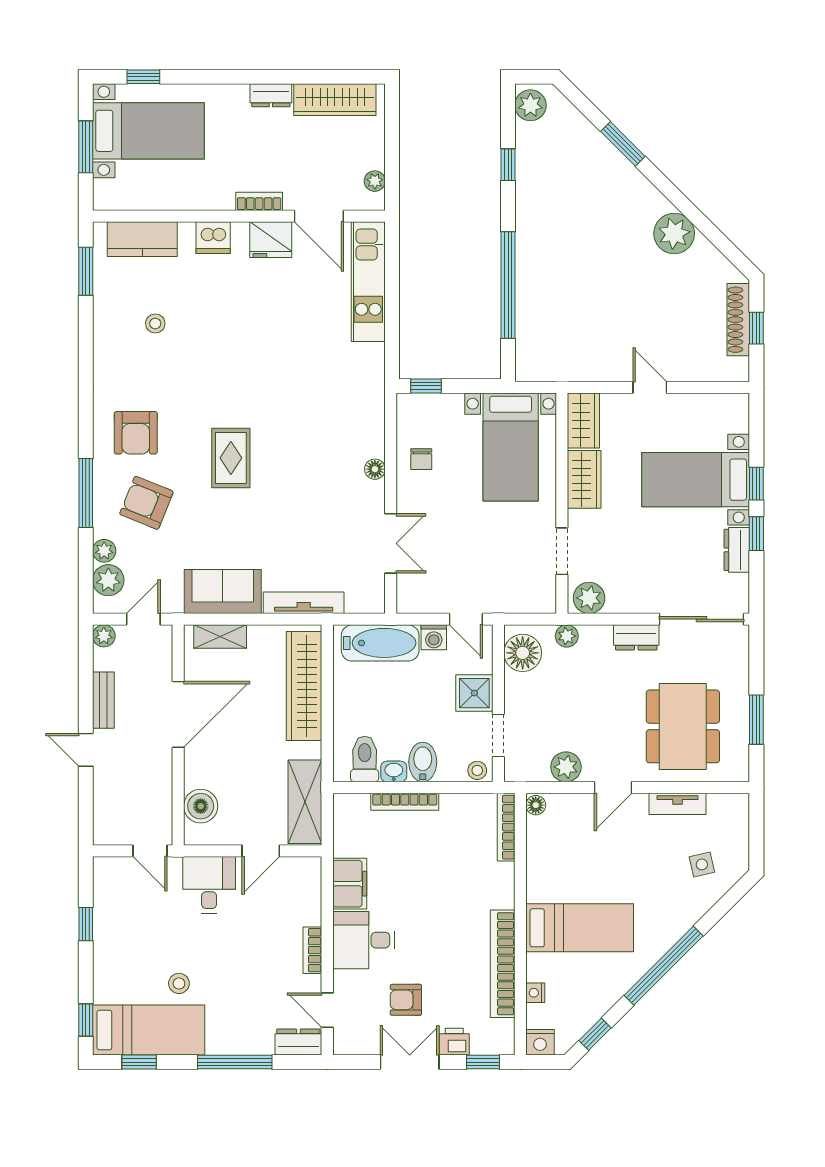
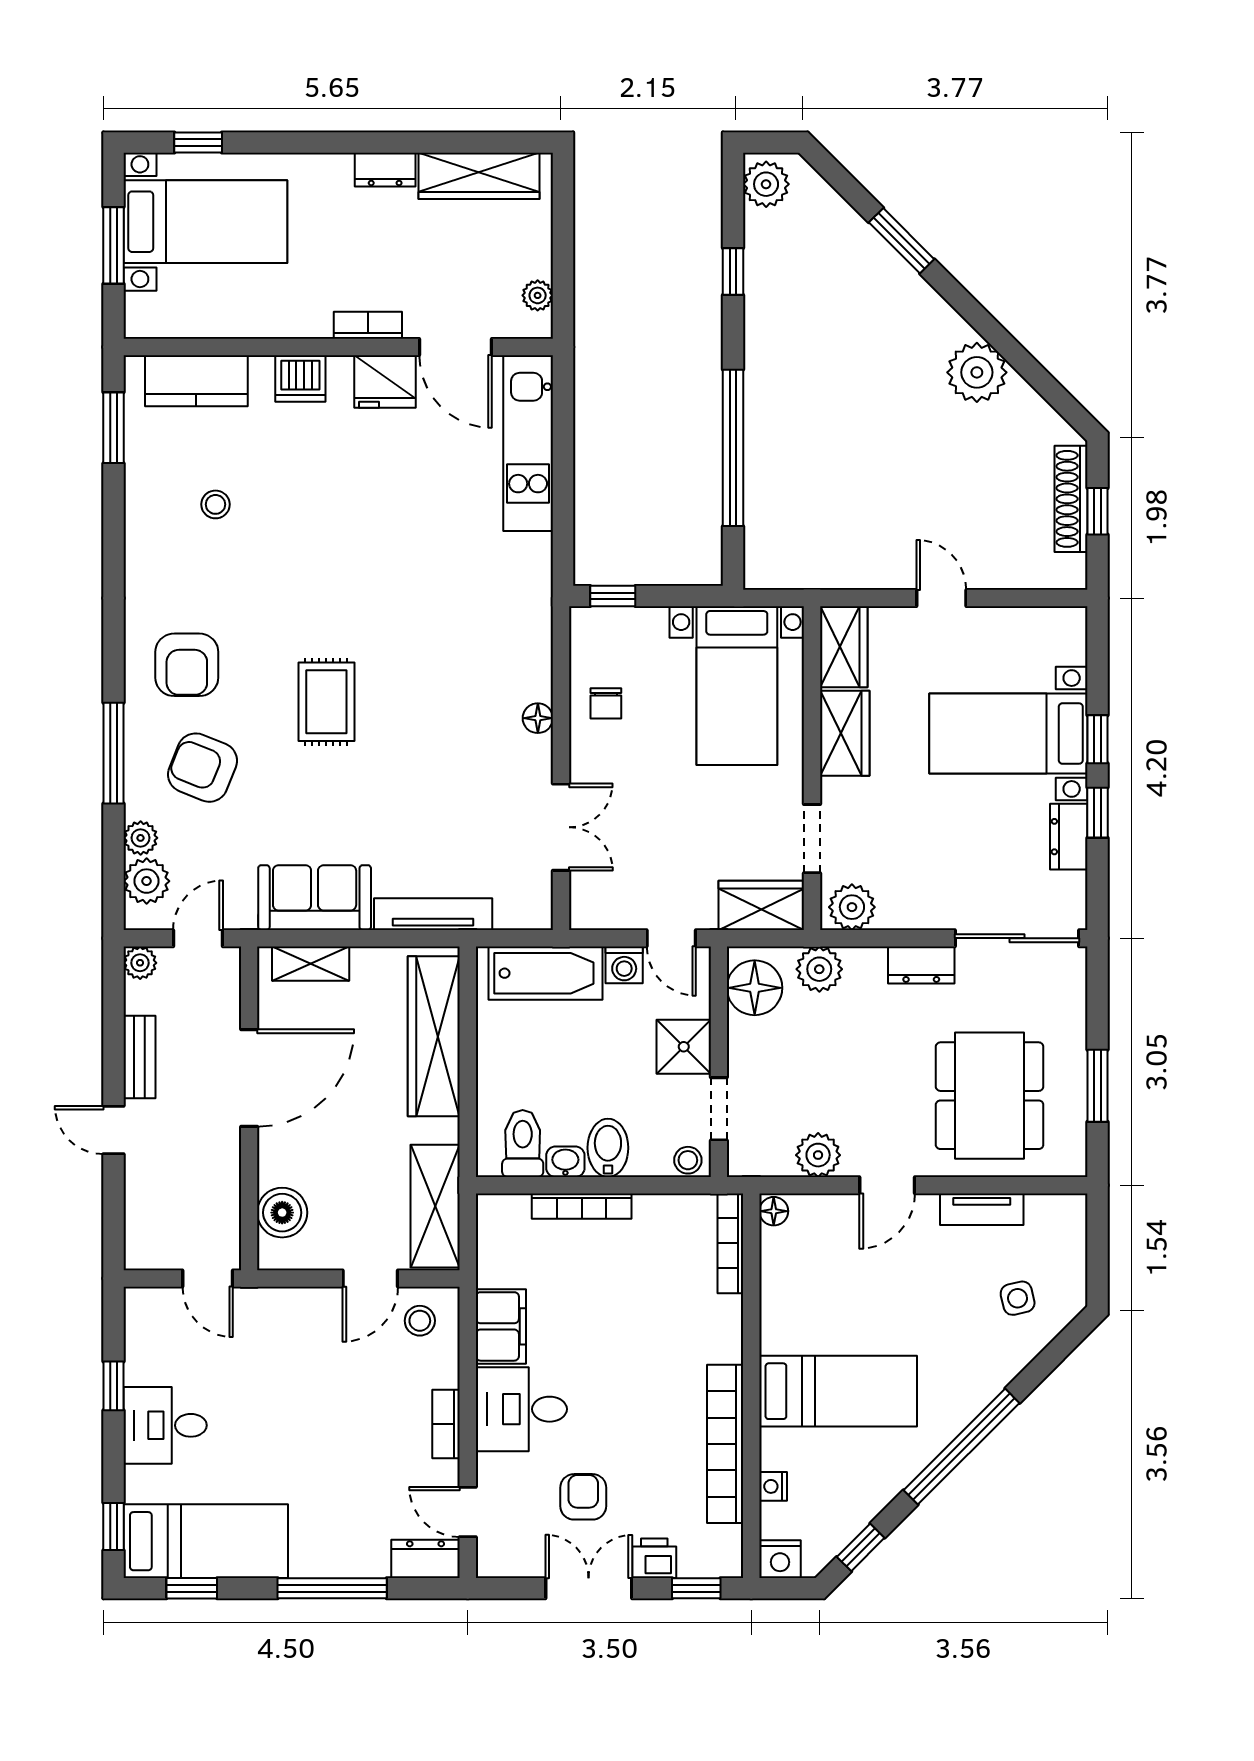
wardrobe: (527, 597) -> (761, 905), added
plant: (567, 636) -> (819, 969), width x1.38, depth x1.38
desk: (209, 885) -> (165, 1425), moved, turned -90
stool: (179, 983) -> (420, 1321), moved
armchair: (406, 1000) -> (583, 1497), turned 90

